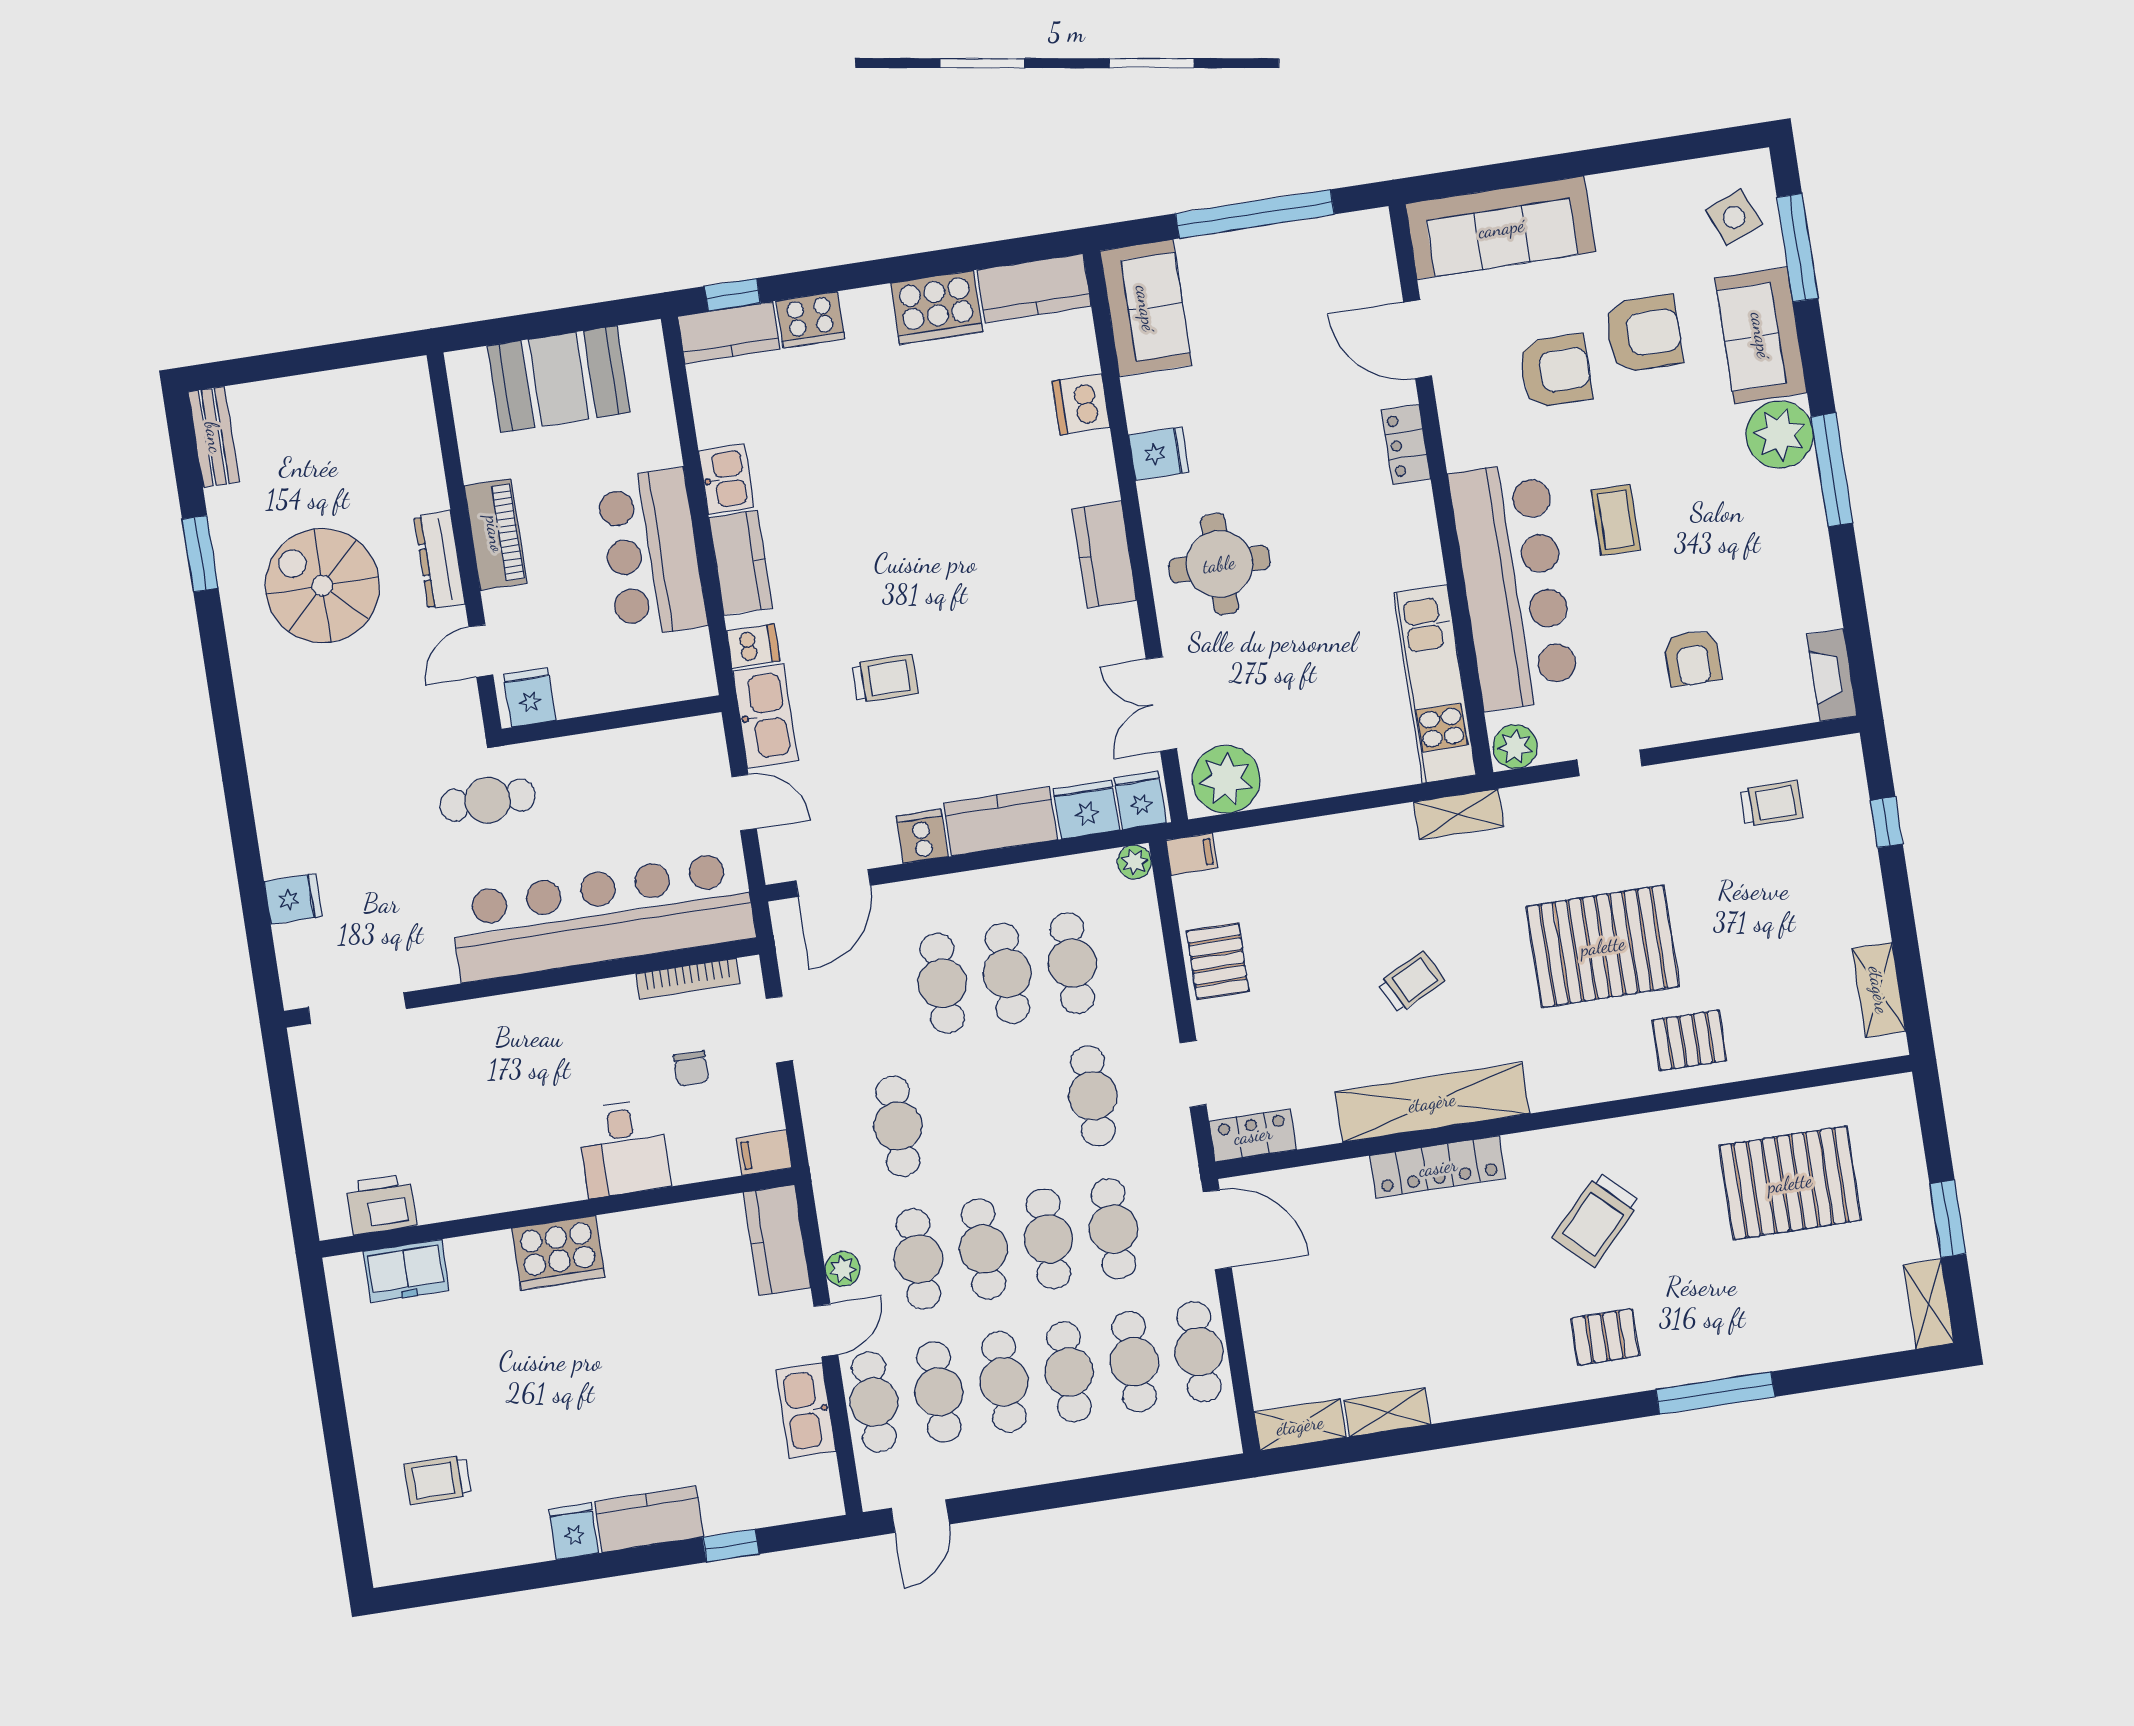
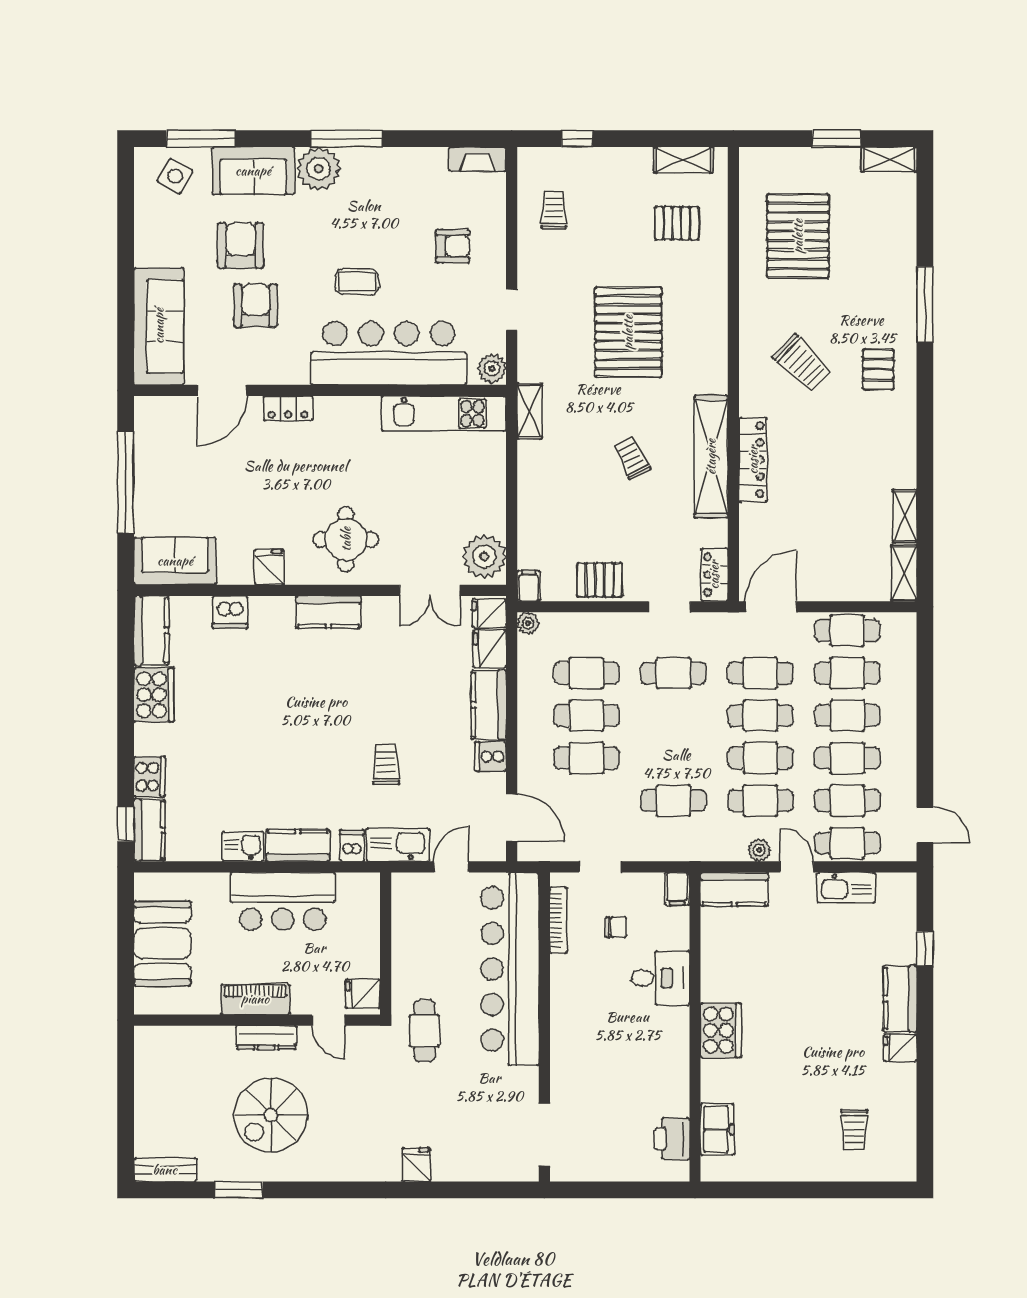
side table: (1734, 217) -> (175, 176), turned -38
fridge: (293, 899) -> (416, 1165), moved
pallet: (1689, 1040) -> (677, 223), moved, turned 90

